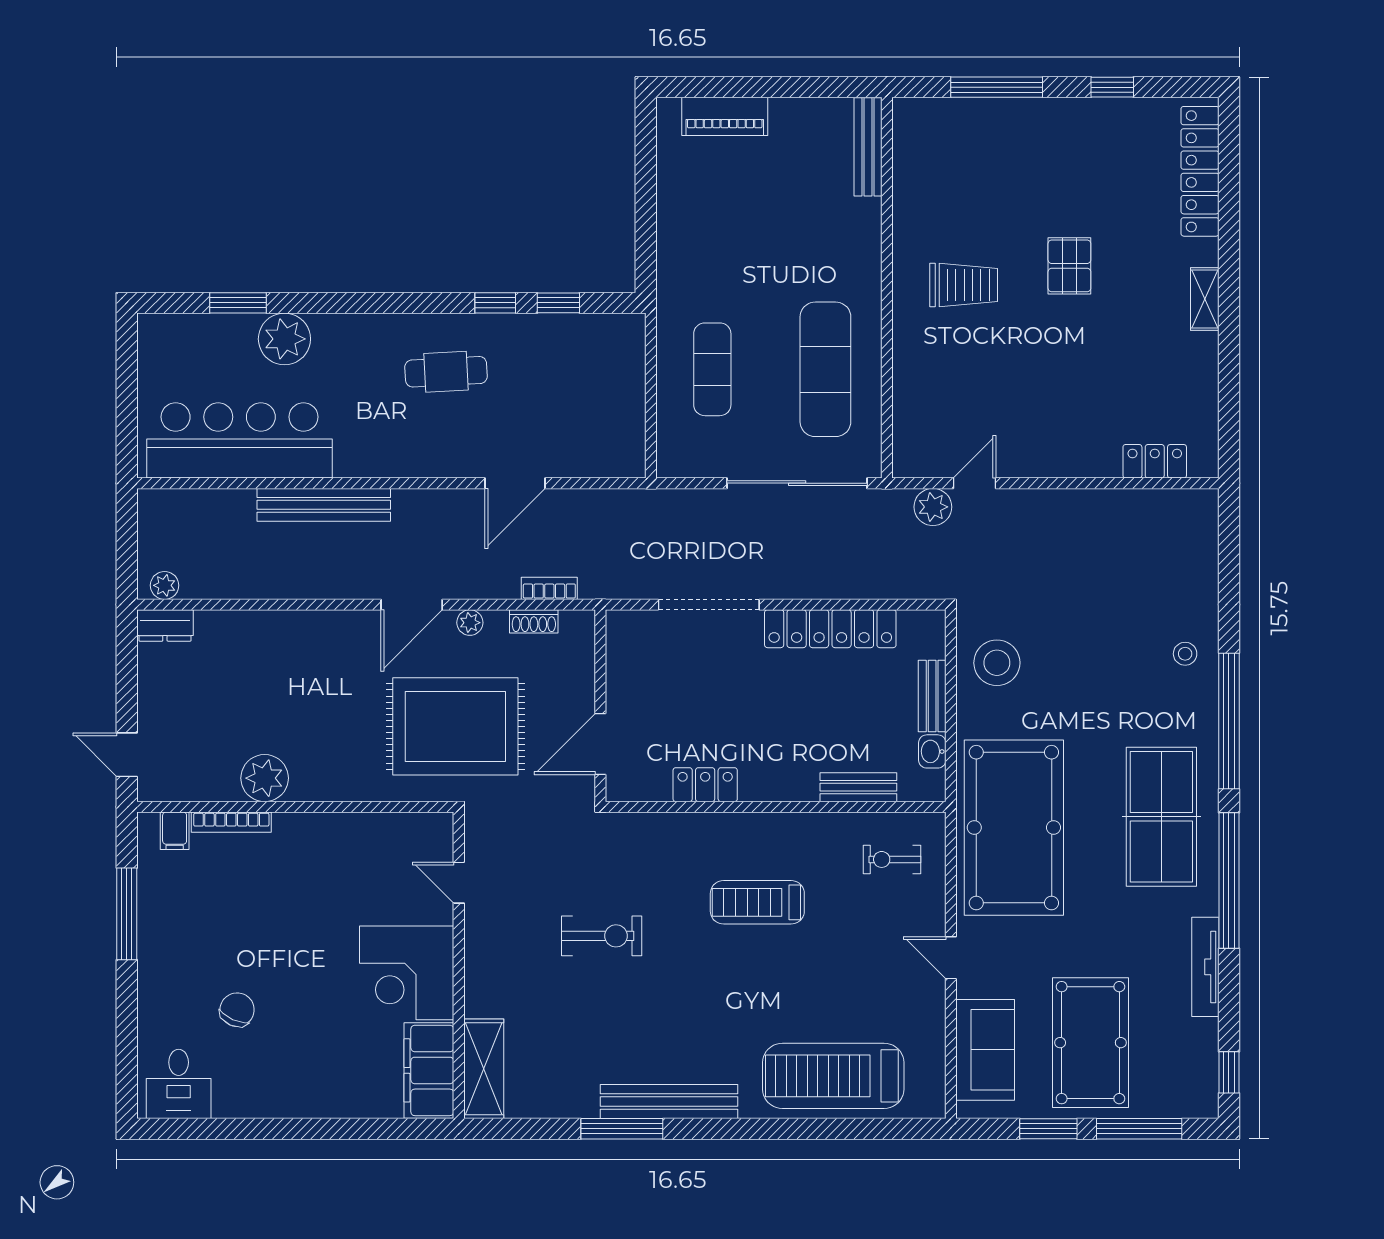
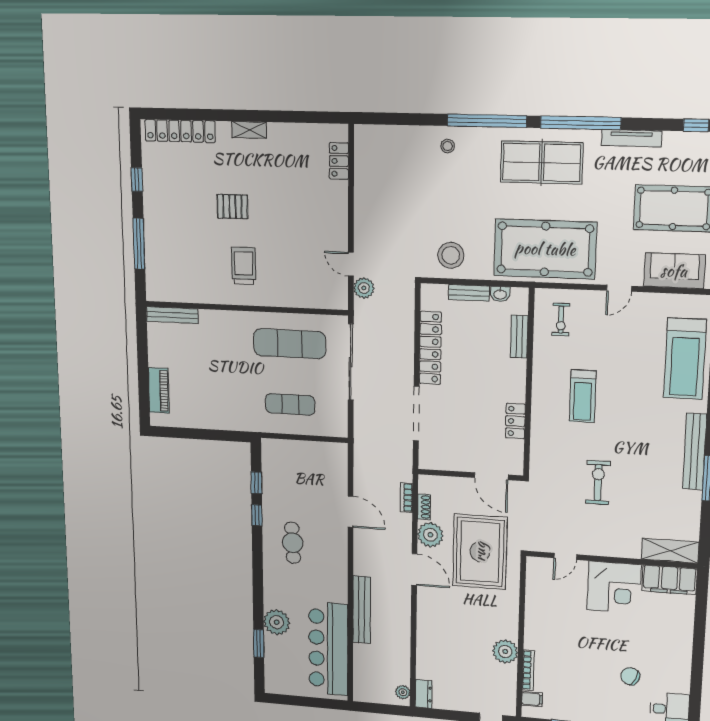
plant: (470, 623) -> (430, 535), width x1.88, depth x1.88

